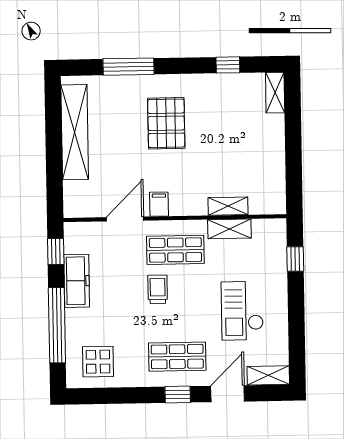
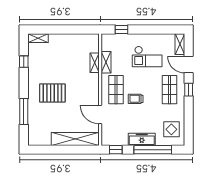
shelving: (75, 132) -> (75, 139), moved
filing cabinet: (159, 204) -> (93, 97), removed
freezer: (77, 281) -> (142, 139), moved

